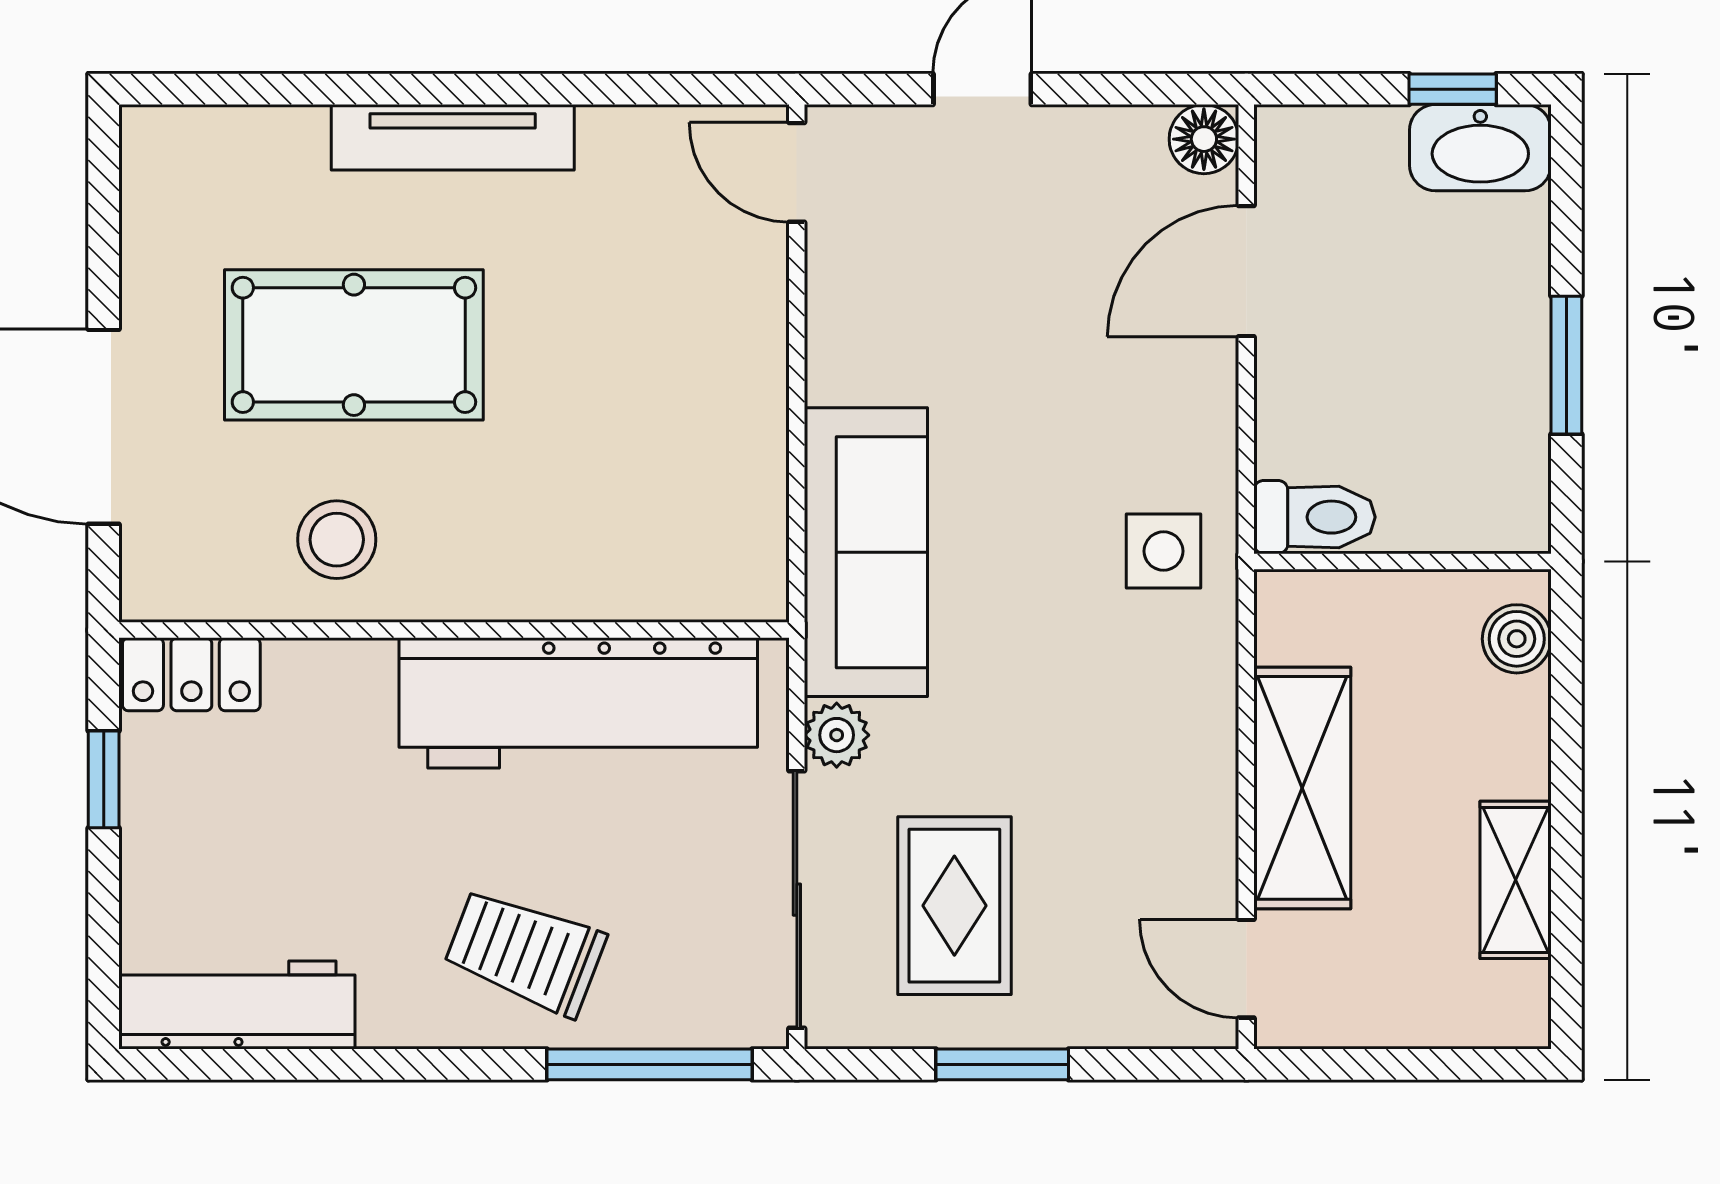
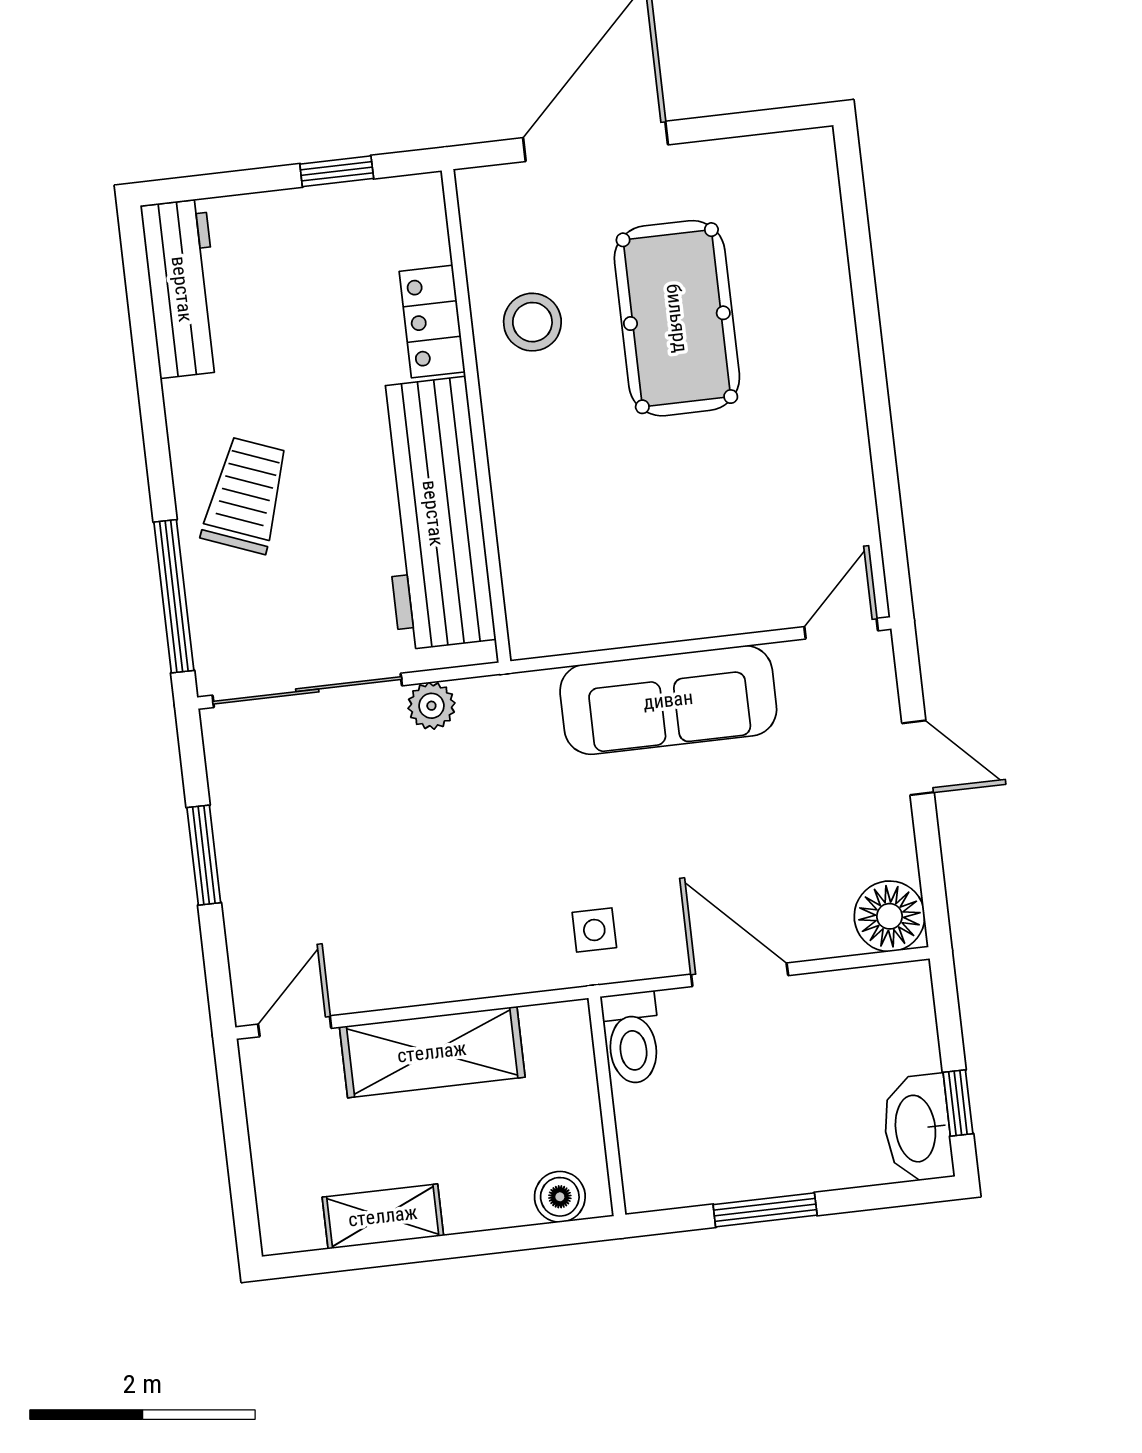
tv unit: (453, 137) -> (838, 373), removed
floor lamp: (1204, 139) -> (889, 916), width x1.38, depth x1.38
door: (1246, 271) -> (740, 975), moved
side table: (1163, 551) -> (594, 930), width x0.73, depth x0.73
sofa: (866, 552) -> (668, 700), moved
locker: (191, 674) -> (432, 322), moved
rug: (954, 906) -> (316, 807), removed

